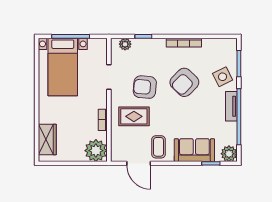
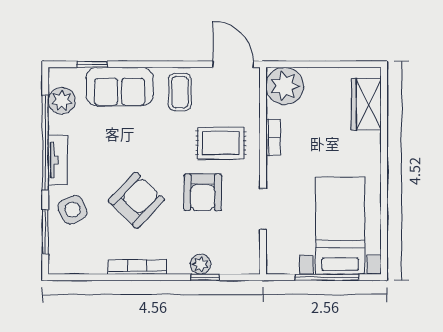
plant: (125, 44) -> (200, 264), moved
armchair: (145, 87) -> (203, 192), turned 85
plant: (229, 154) -> (62, 101), moved
door: (139, 163) -> (233, 64), moved

